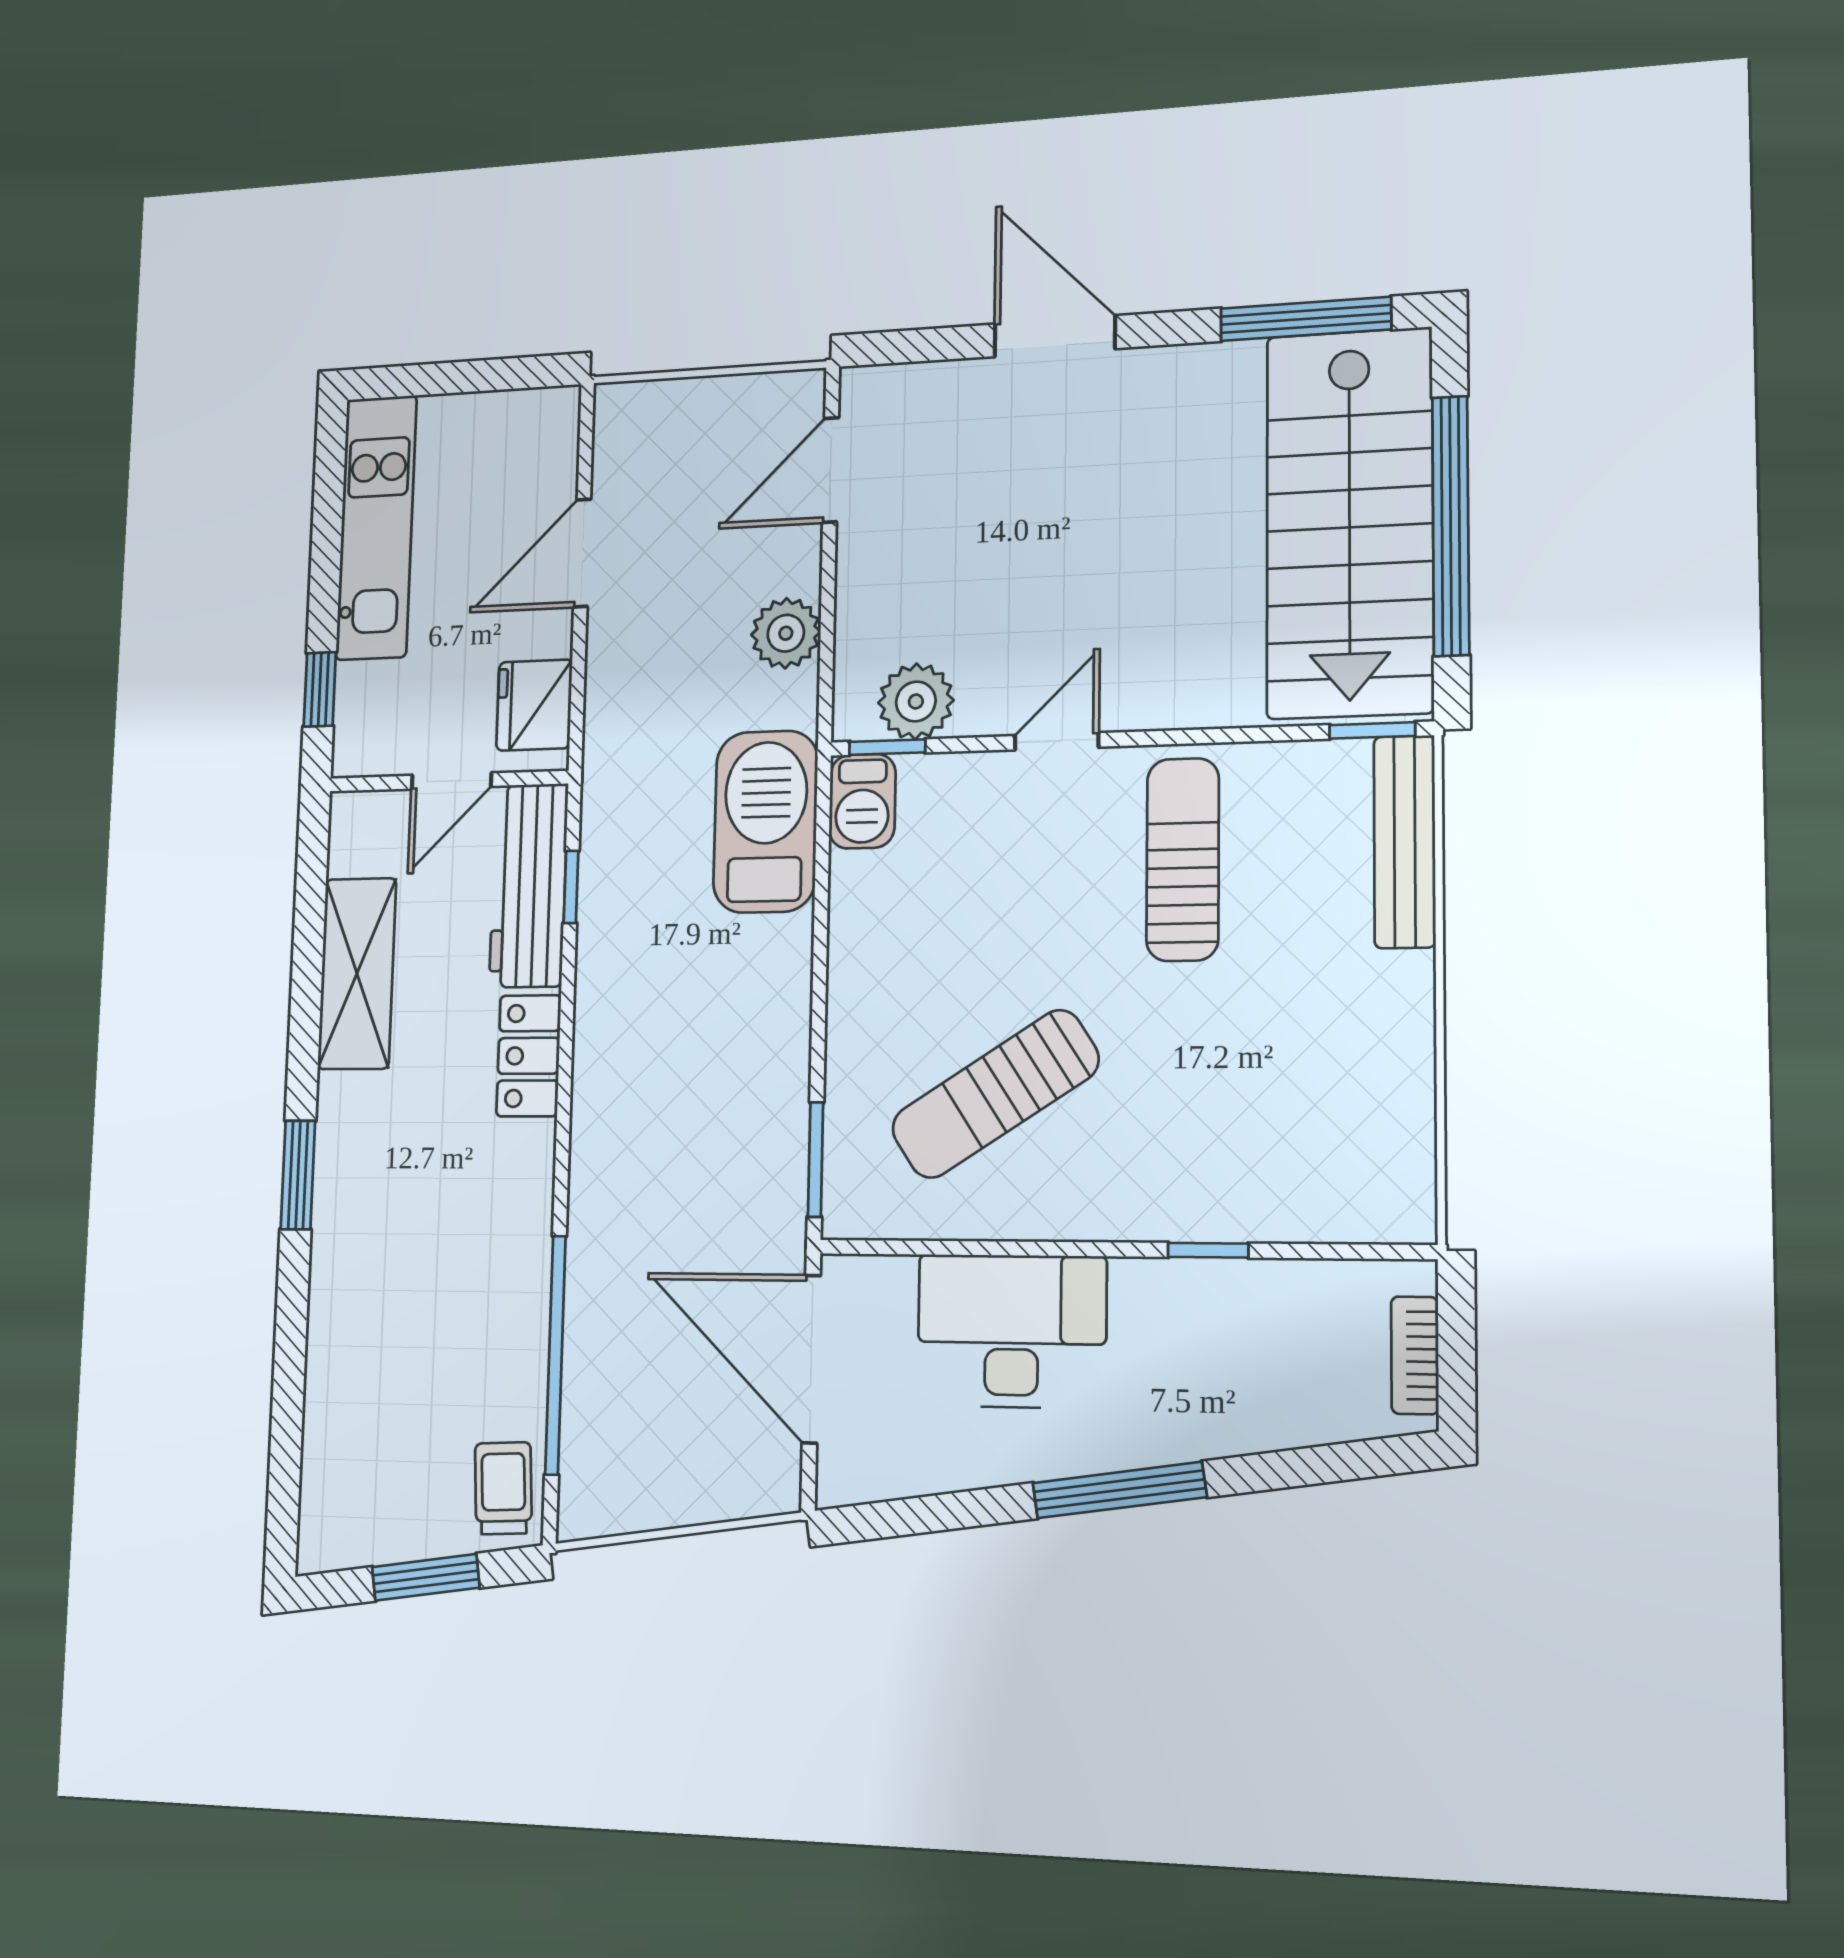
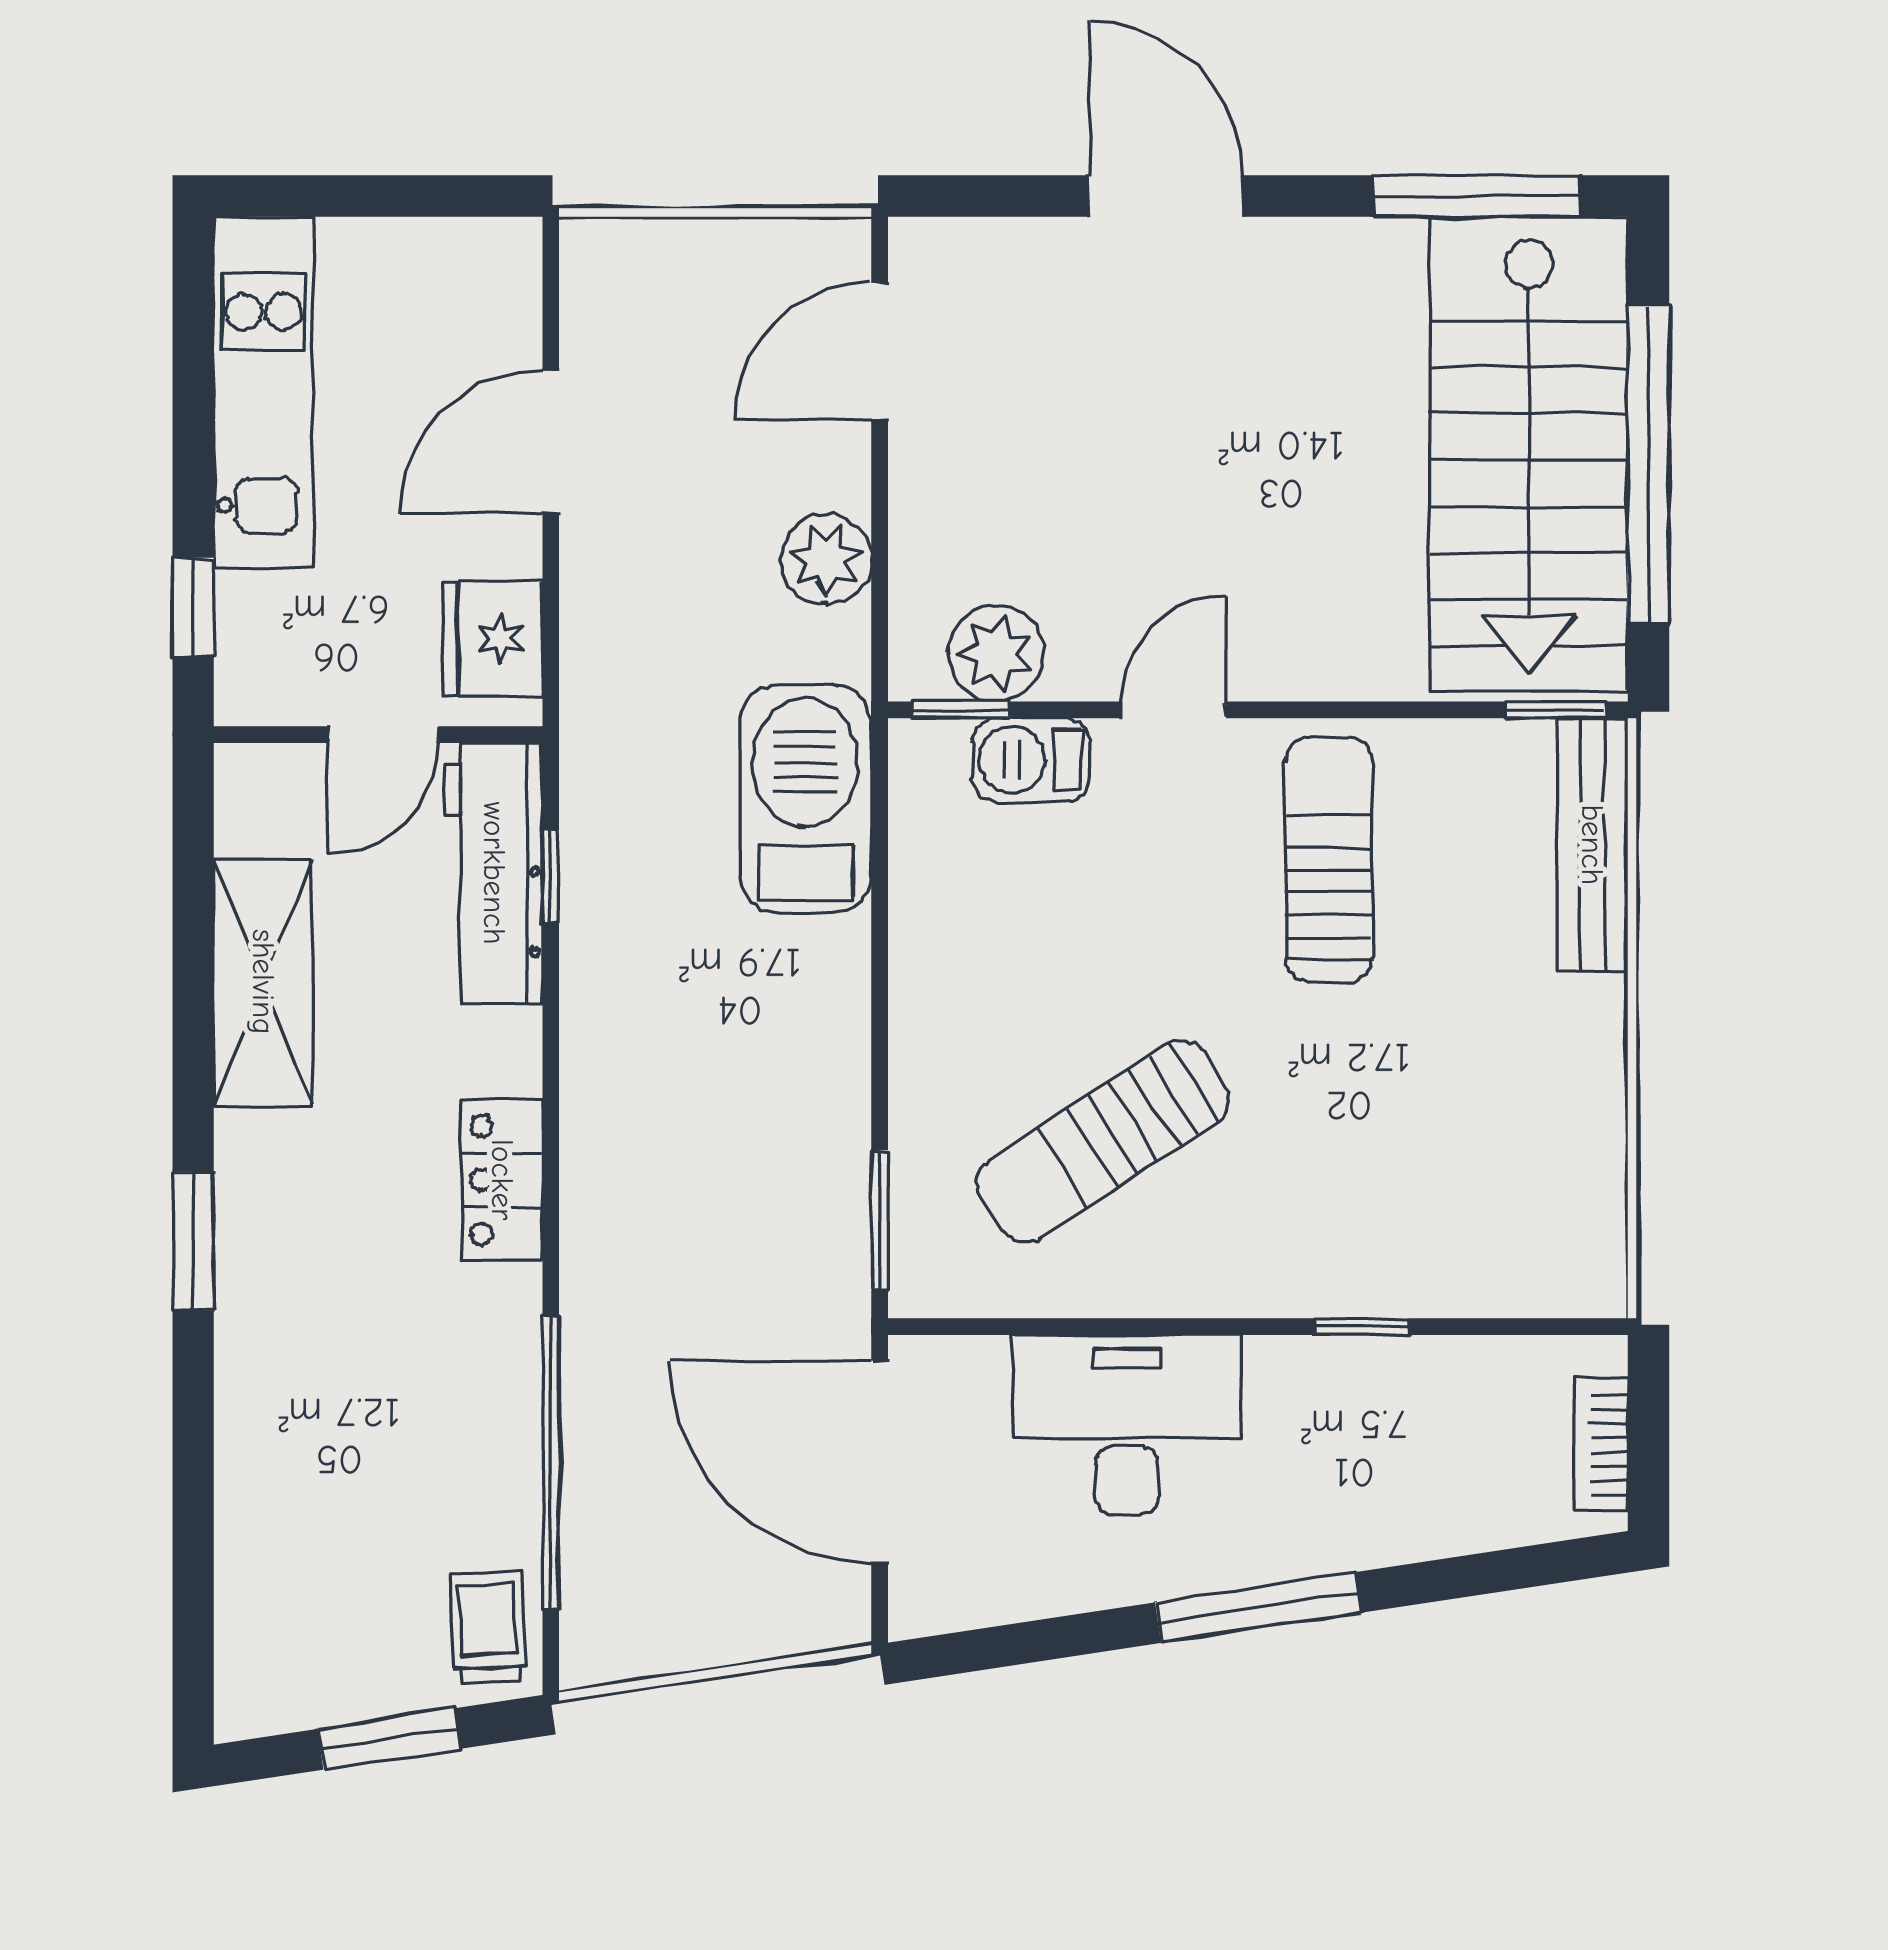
barbecue: (862, 801) -> (1031, 760), moved, turned 90
locker: (529, 1056) -> (502, 1180), moved

